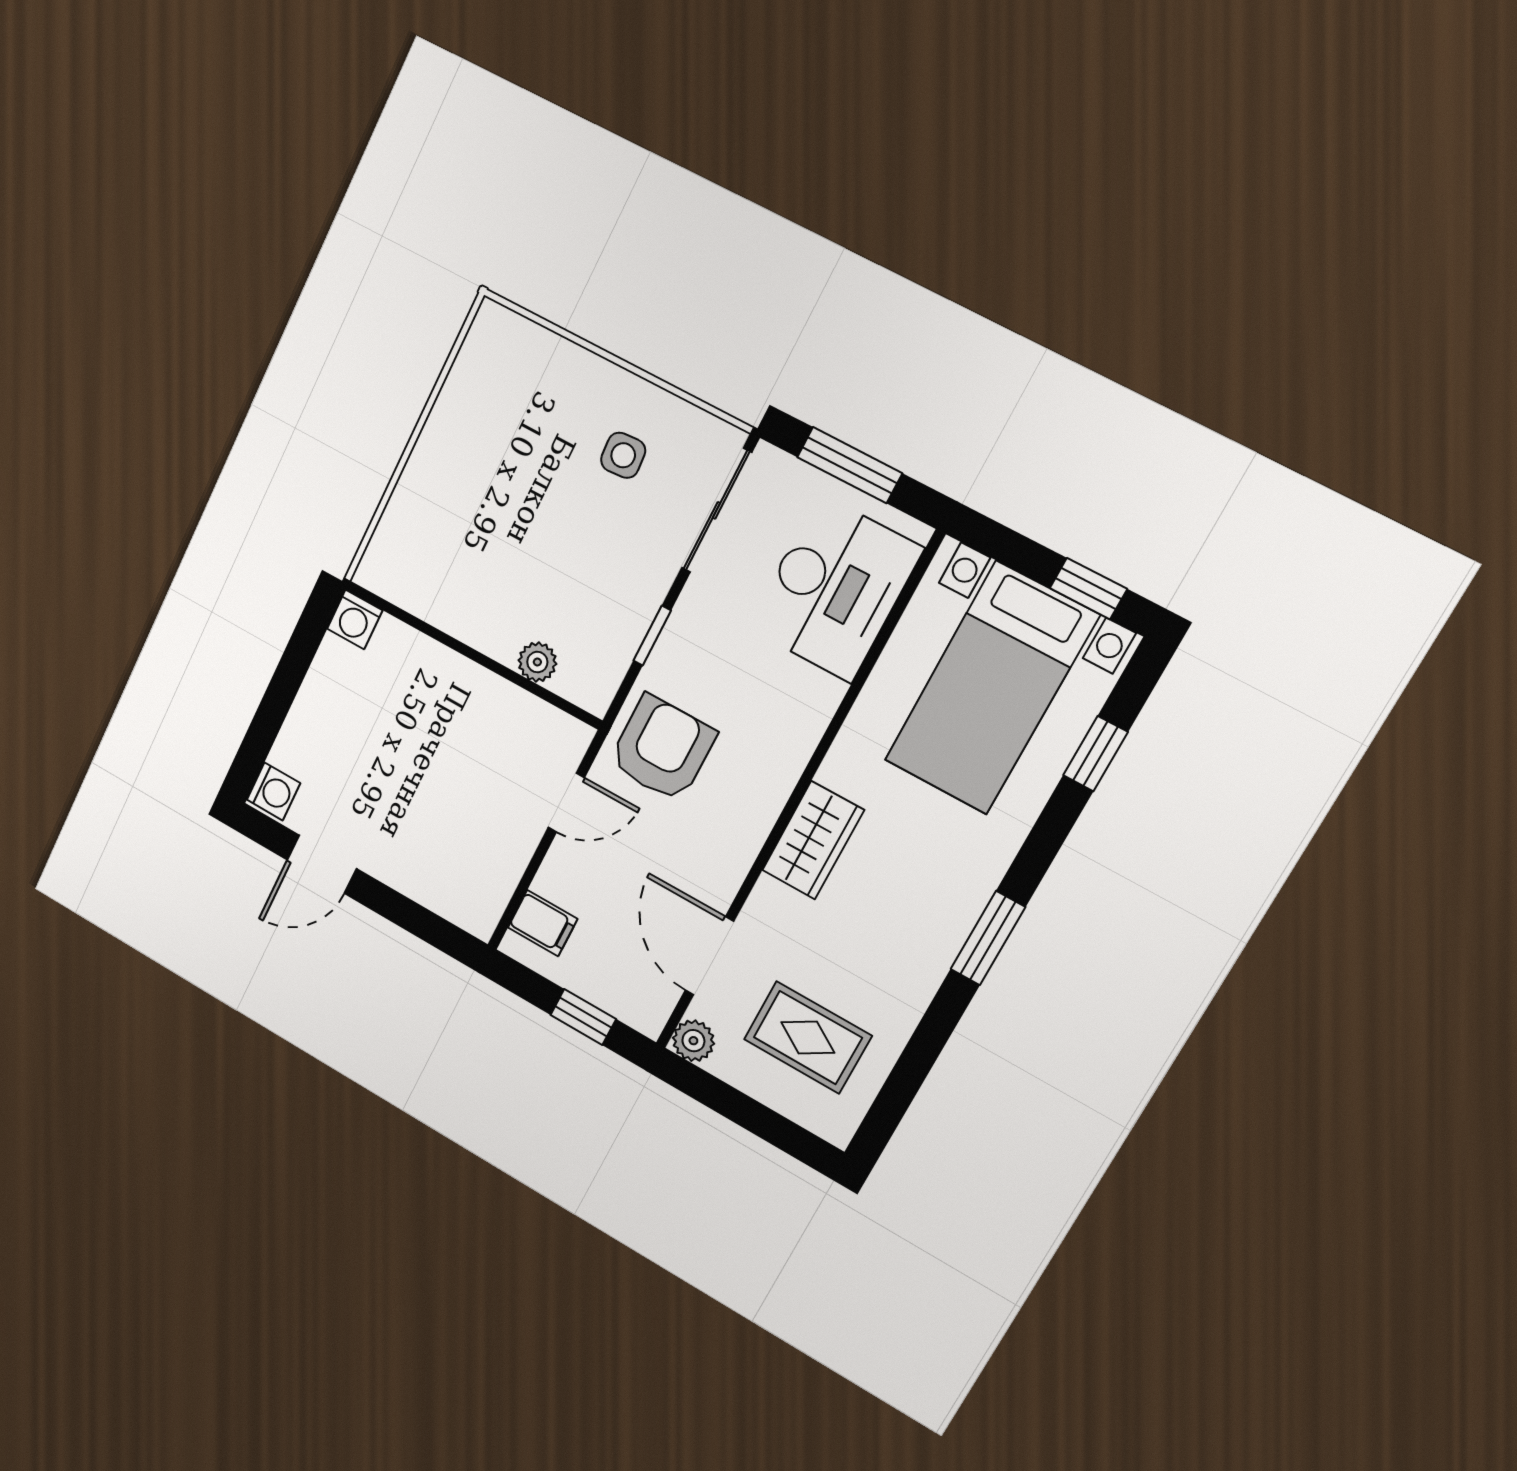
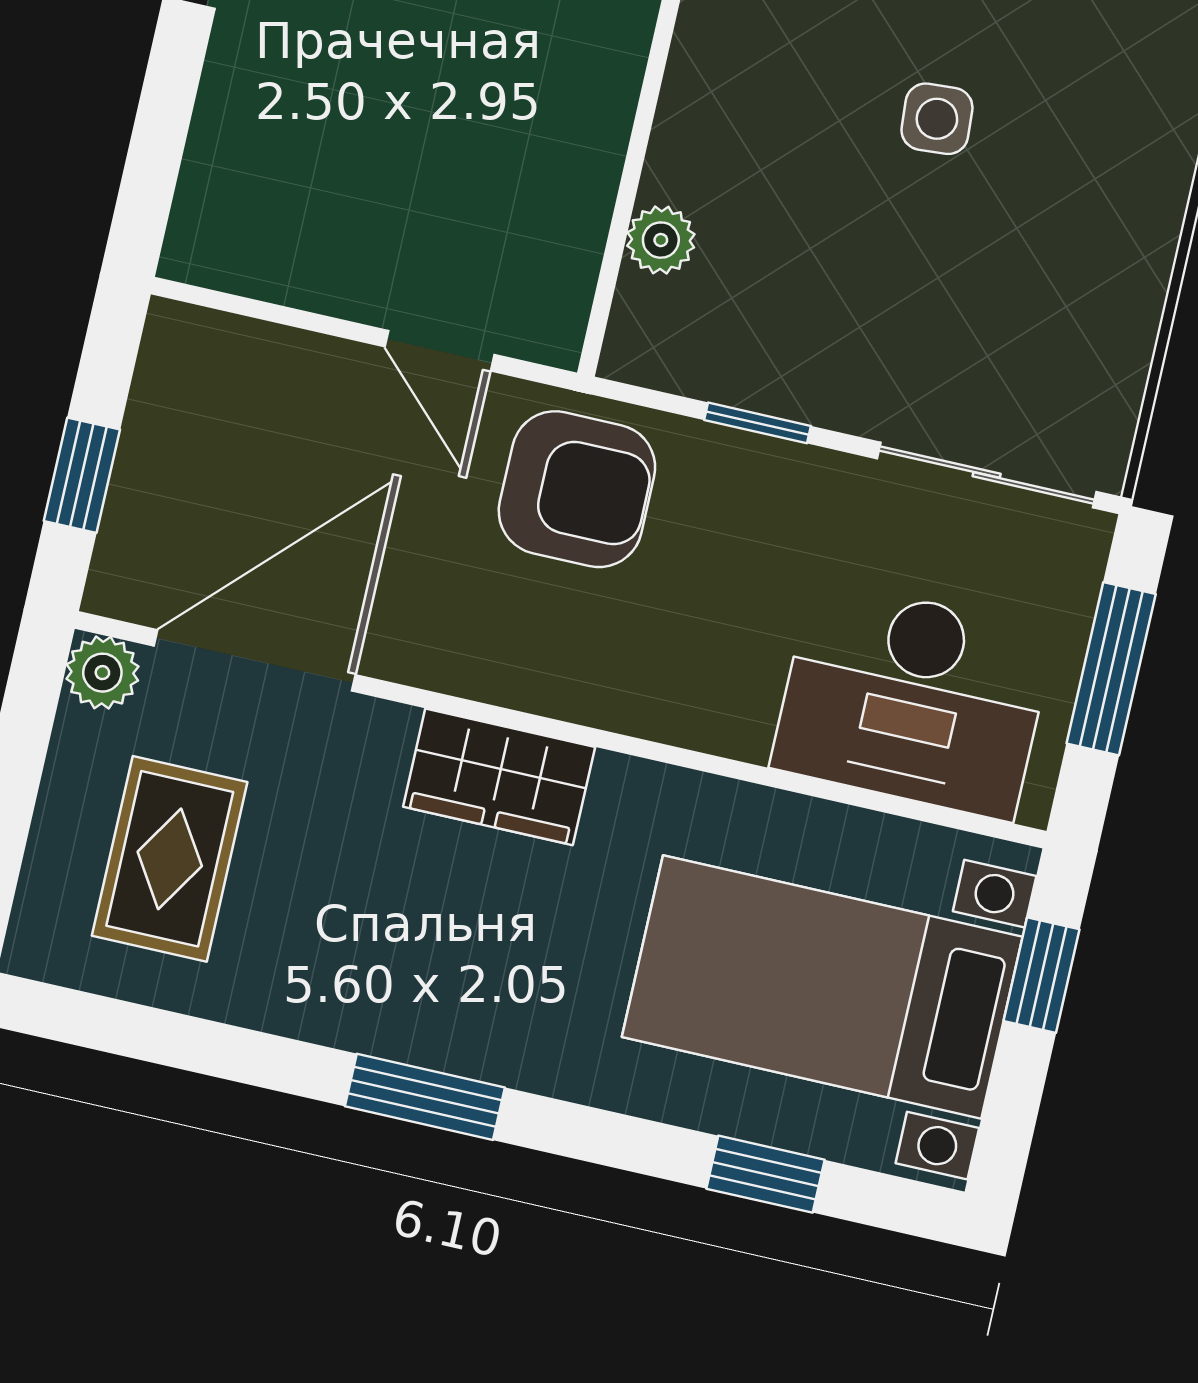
side table: (623, 455) -> (937, 119), moved
window: (1088, 589) -> (1042, 975), moved
filing cabinet: (543, 923) -> (222, 363), removed
door: (709, 956) -> (255, 660), width x1.36

